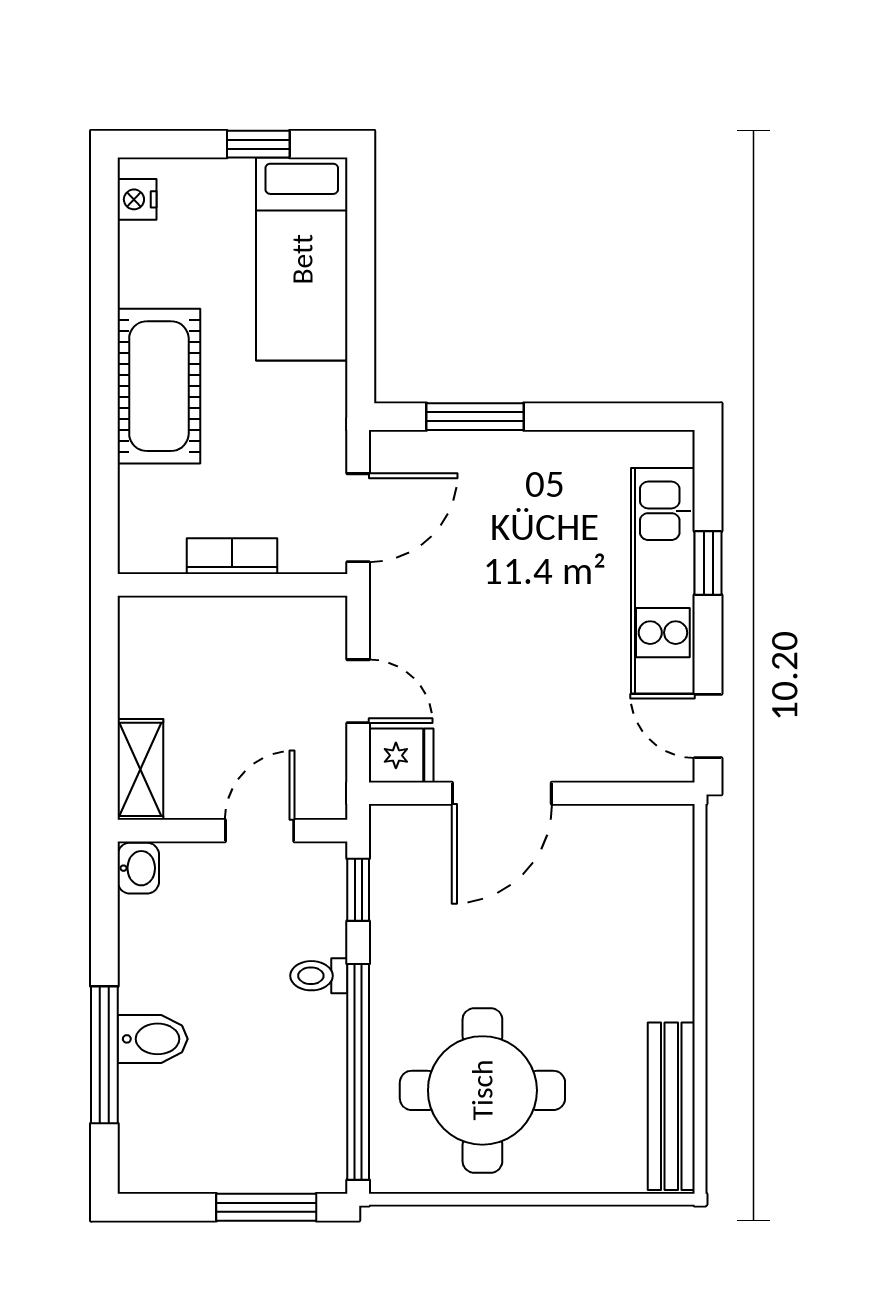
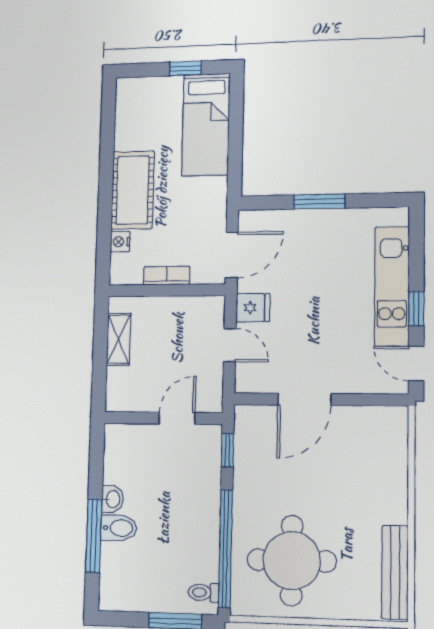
nightstand: (137, 199) -> (120, 242), moved
window: (475, 417) -> (320, 202), moved
window: (708, 563) -> (416, 309), moved
fridge: (401, 755) -> (253, 308), moved
shelving: (140, 769) -> (119, 339), moved
washbasin: (138, 868) -> (112, 499), moved
toilet: (319, 976) -> (204, 592), moved

